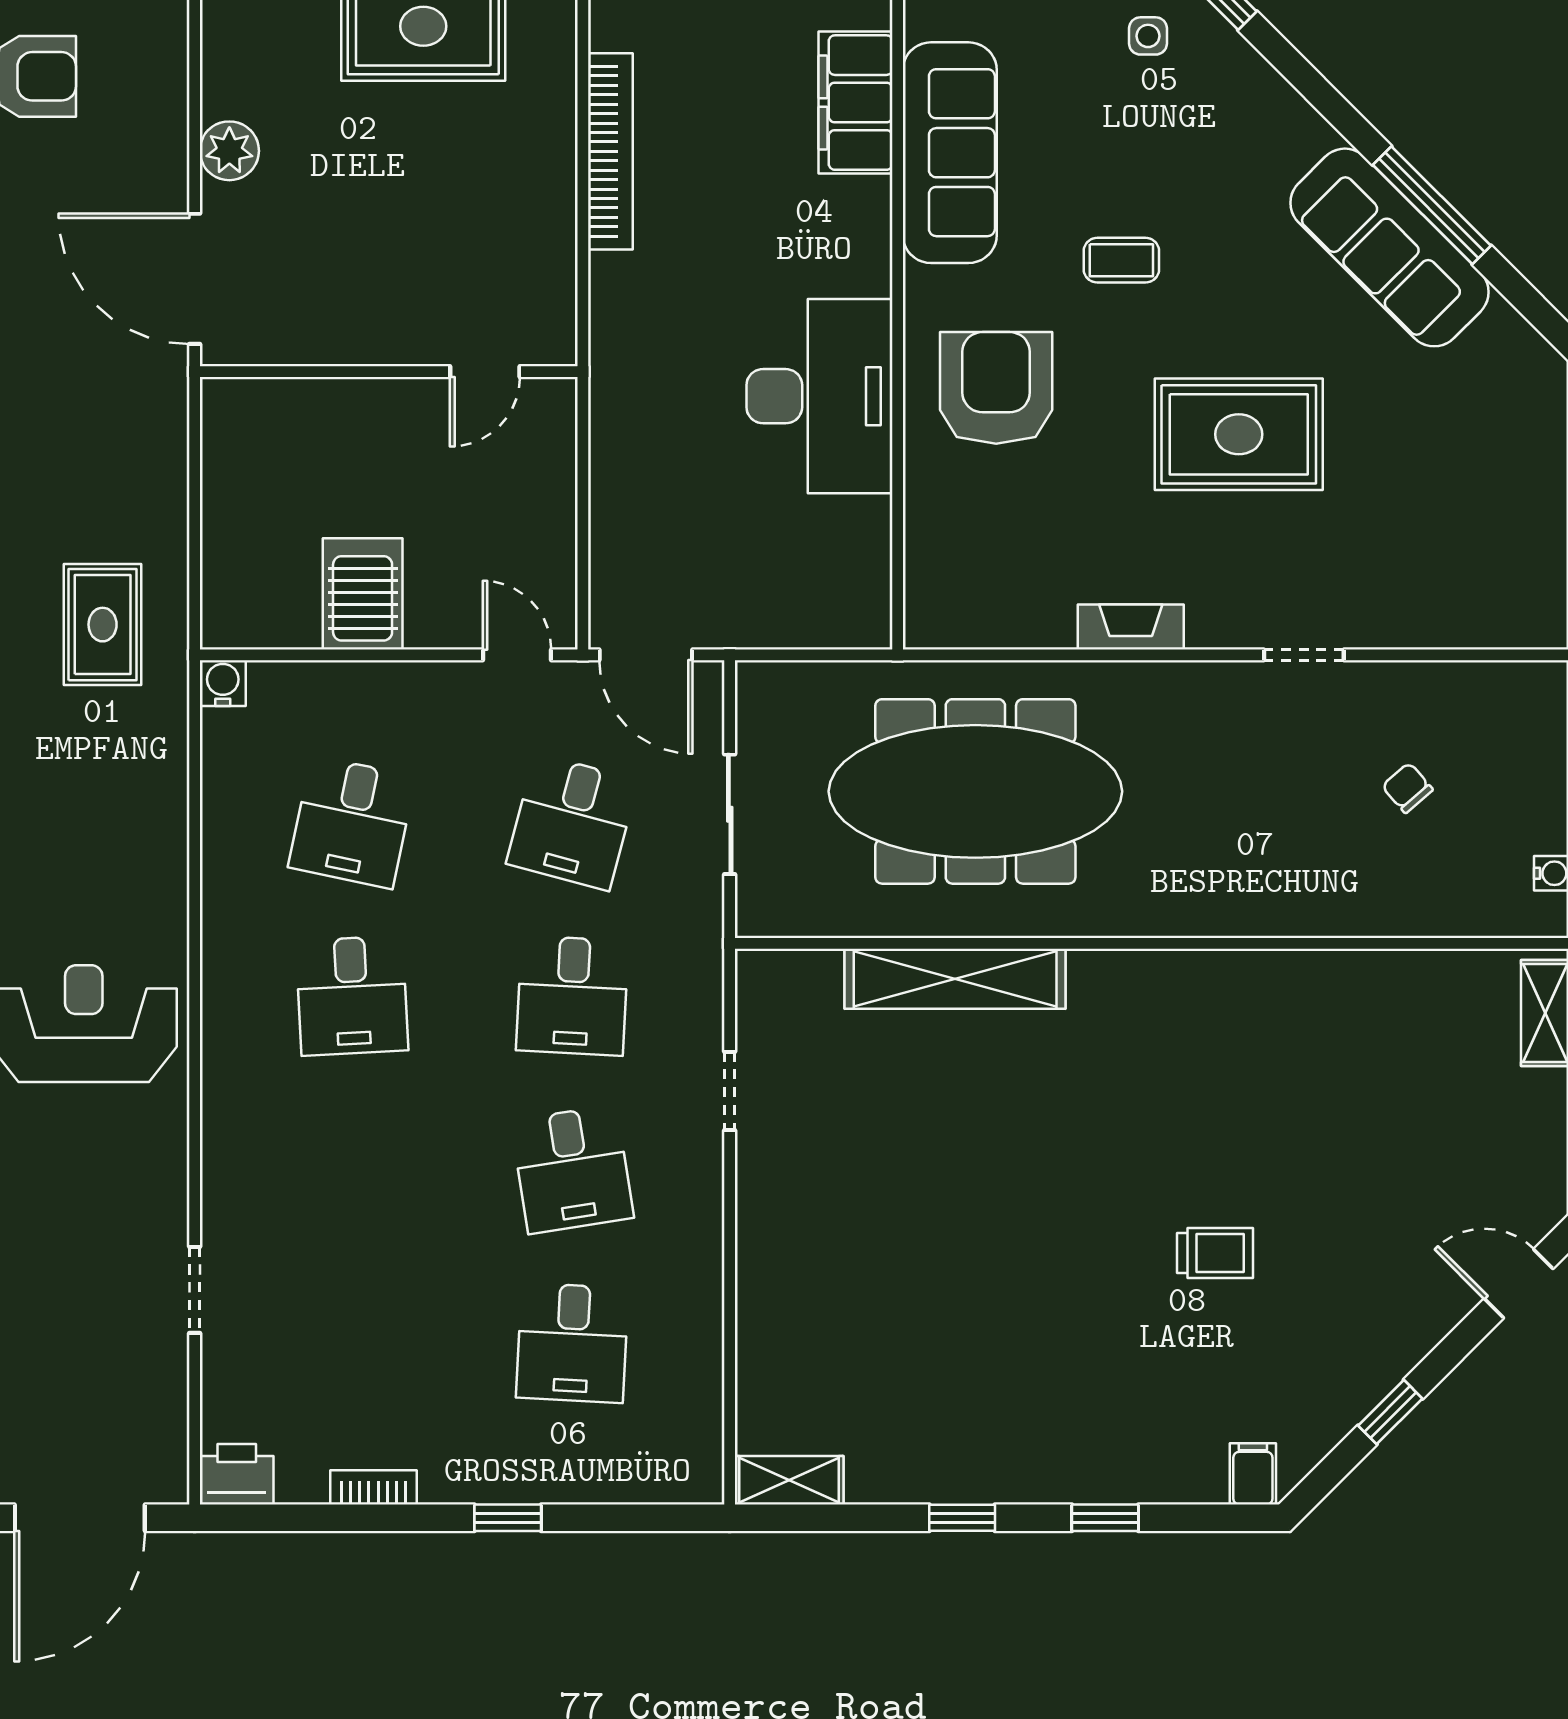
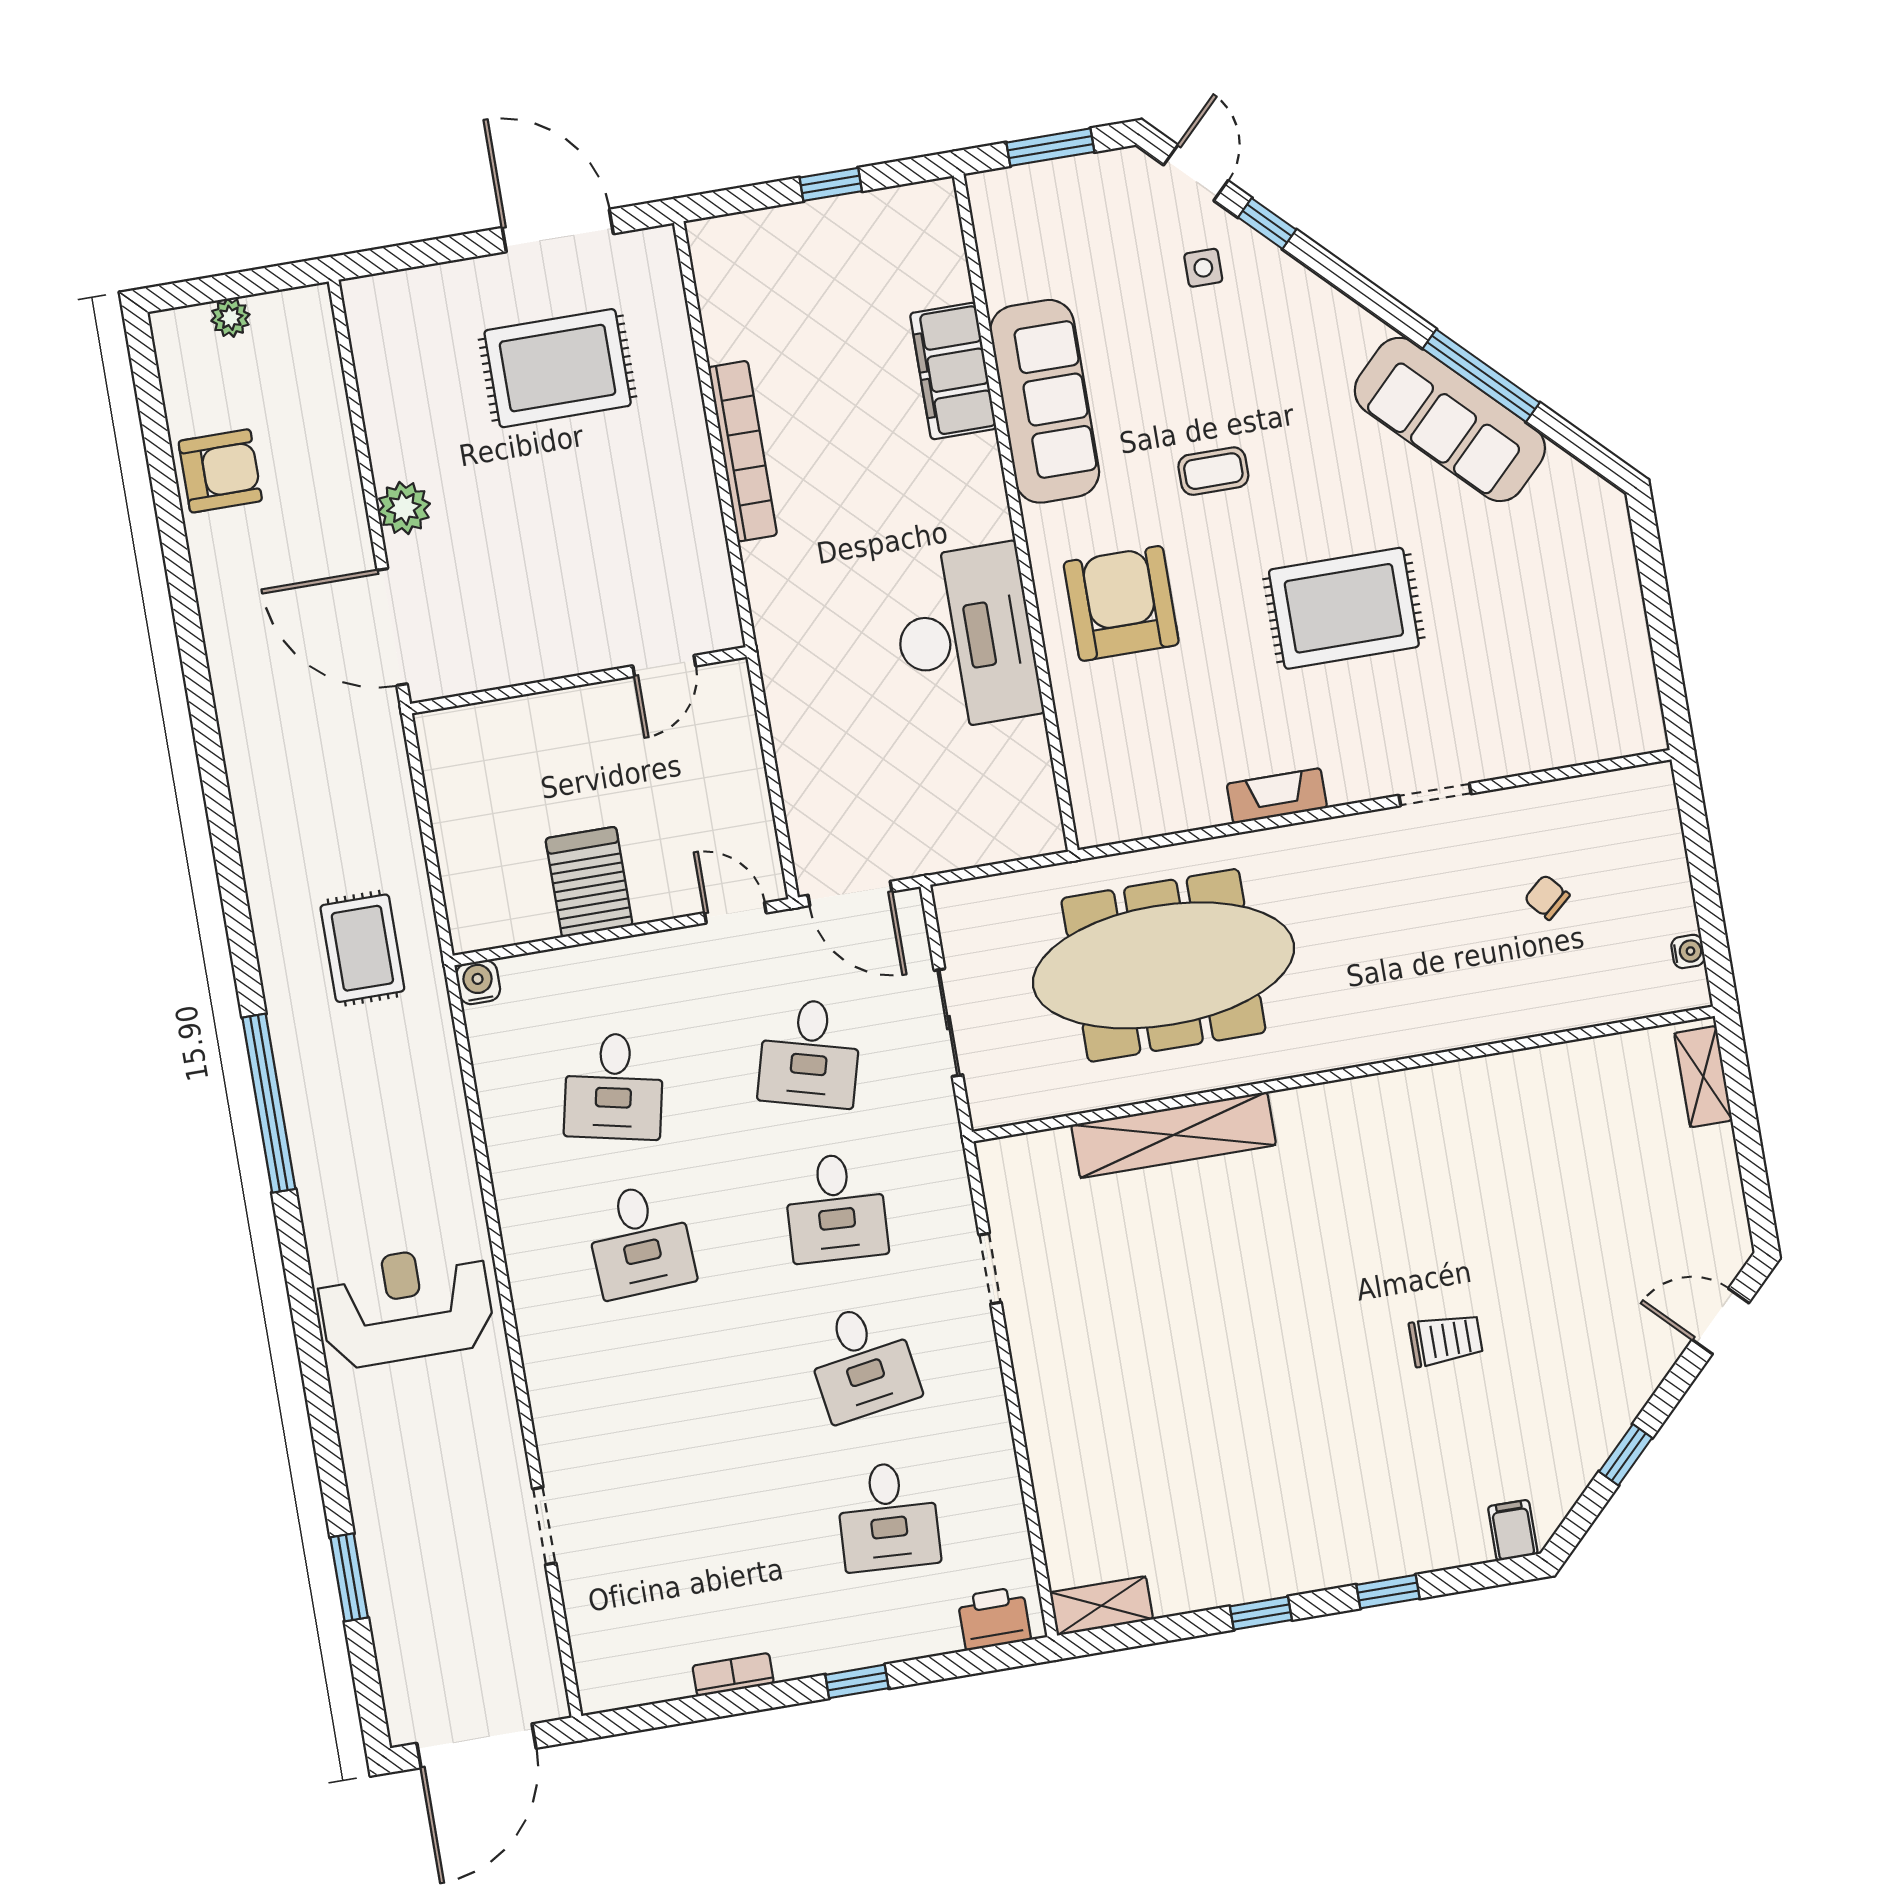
printer: (237, 1474) -> (994, 1618), moved

